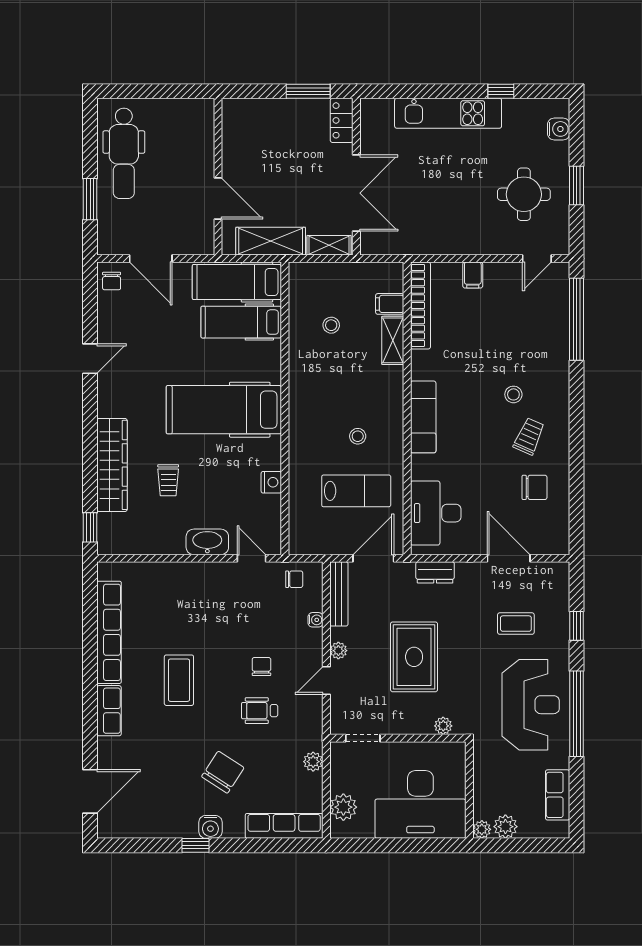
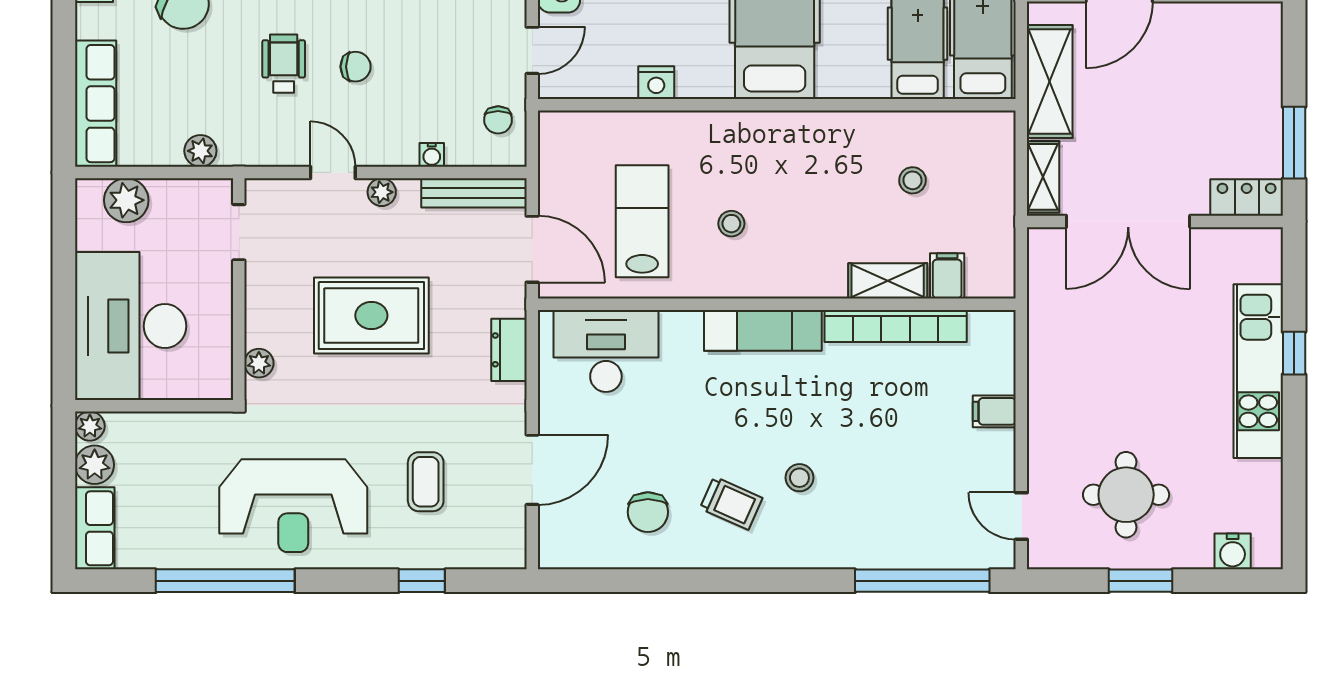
window: (501, 91) -> (1294, 353), moved
bookcase: (420, 305) -> (896, 326), moved
lab bench: (356, 491) -> (642, 221), turned 180
window: (577, 714) -> (225, 581), moved
row of seats: (558, 795) -> (95, 528), moved, turned 90

